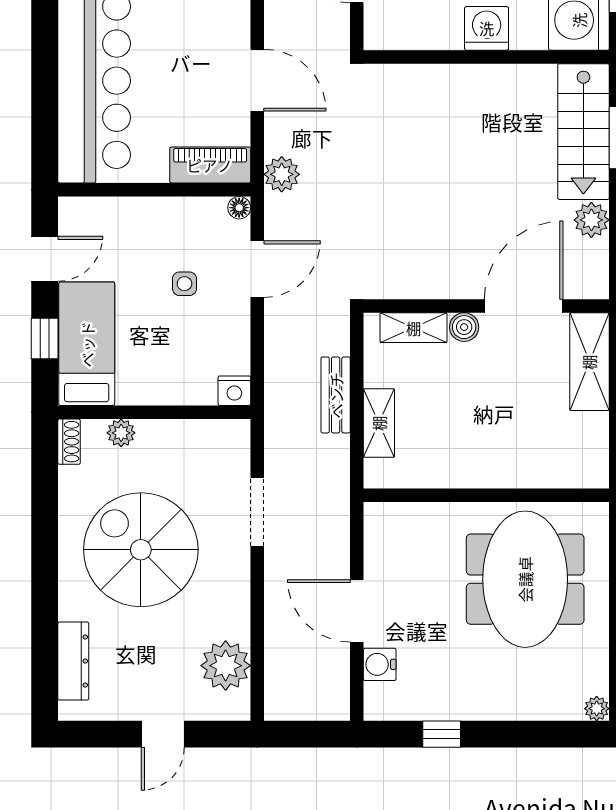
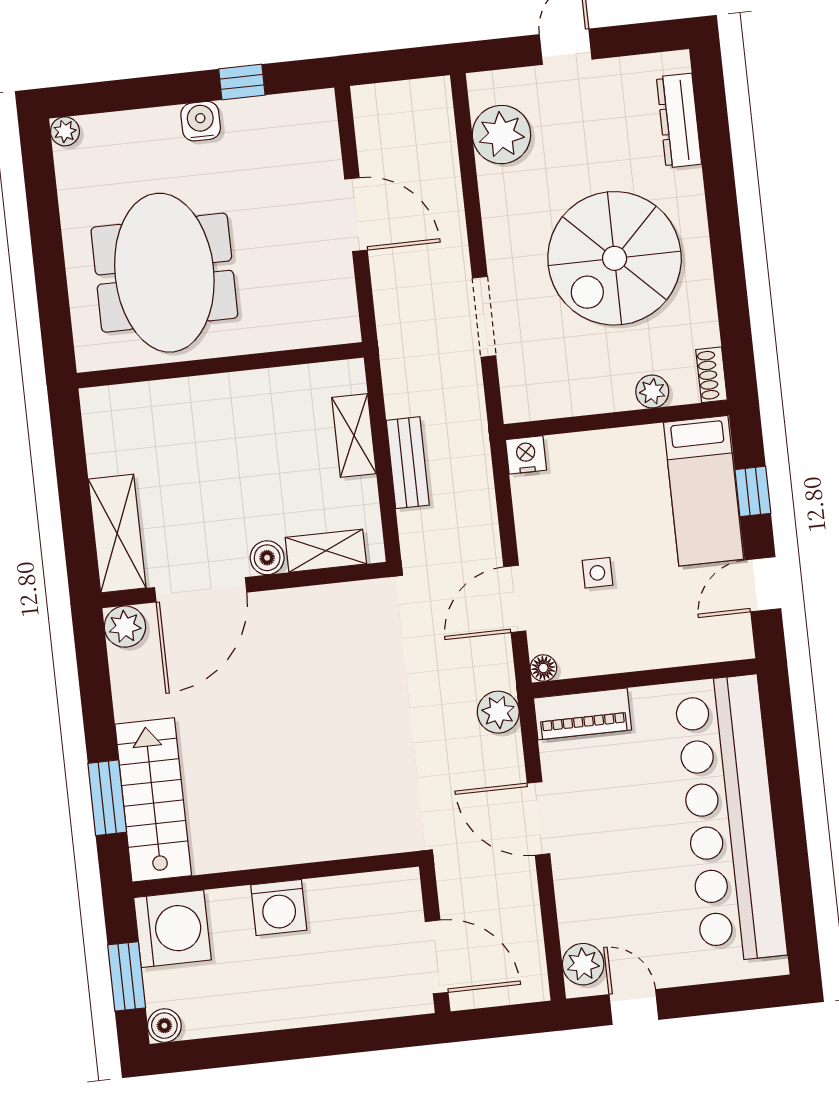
plant: (591, 220) -> (125, 627), moved
spiral stairs: (141, 550) -> (615, 258), turned 90
water cooler: (380, 664) -> (201, 121), moved, turned -90

